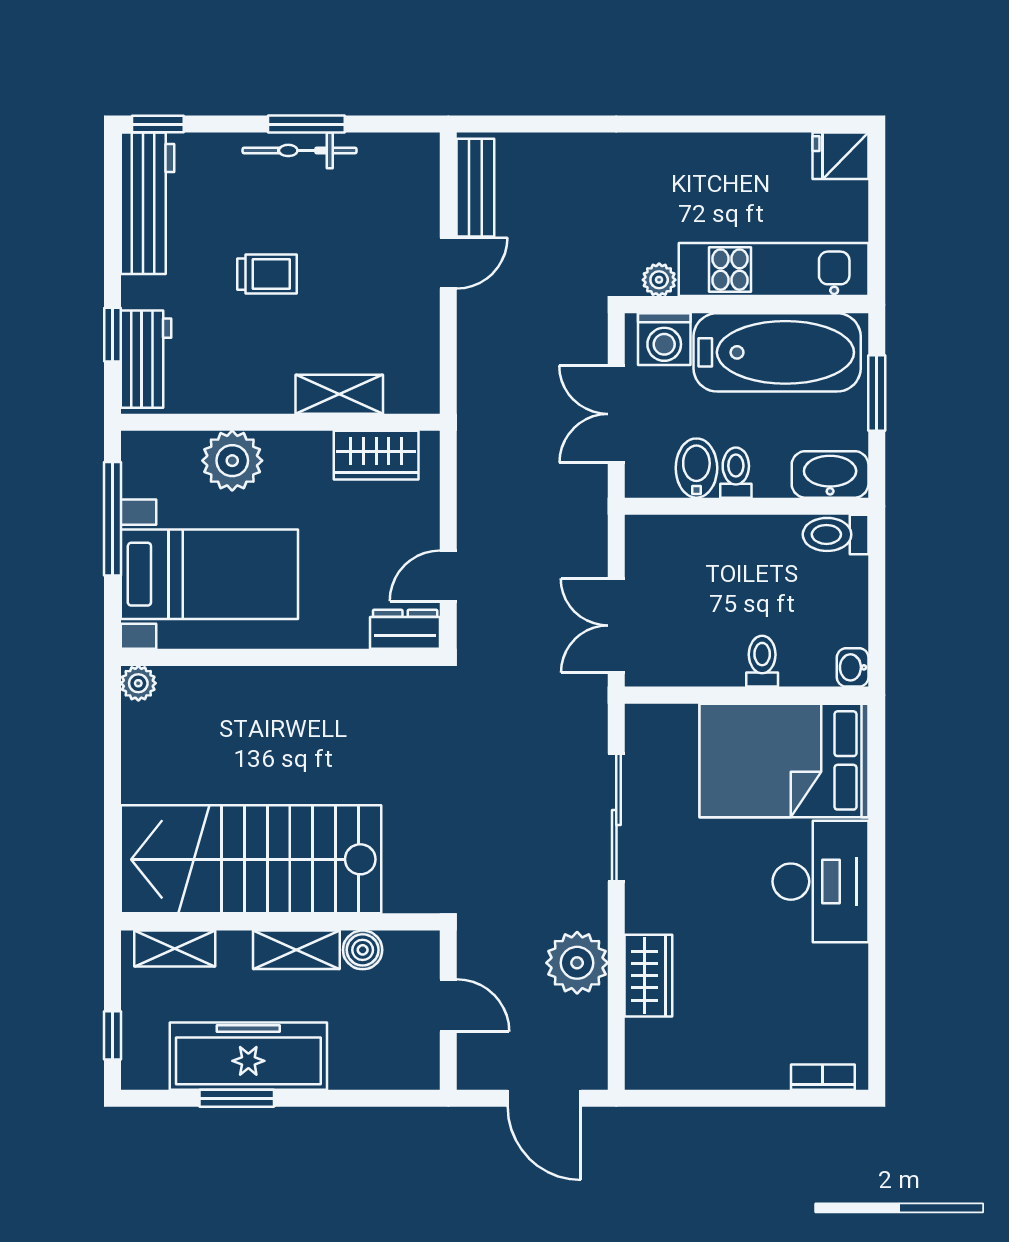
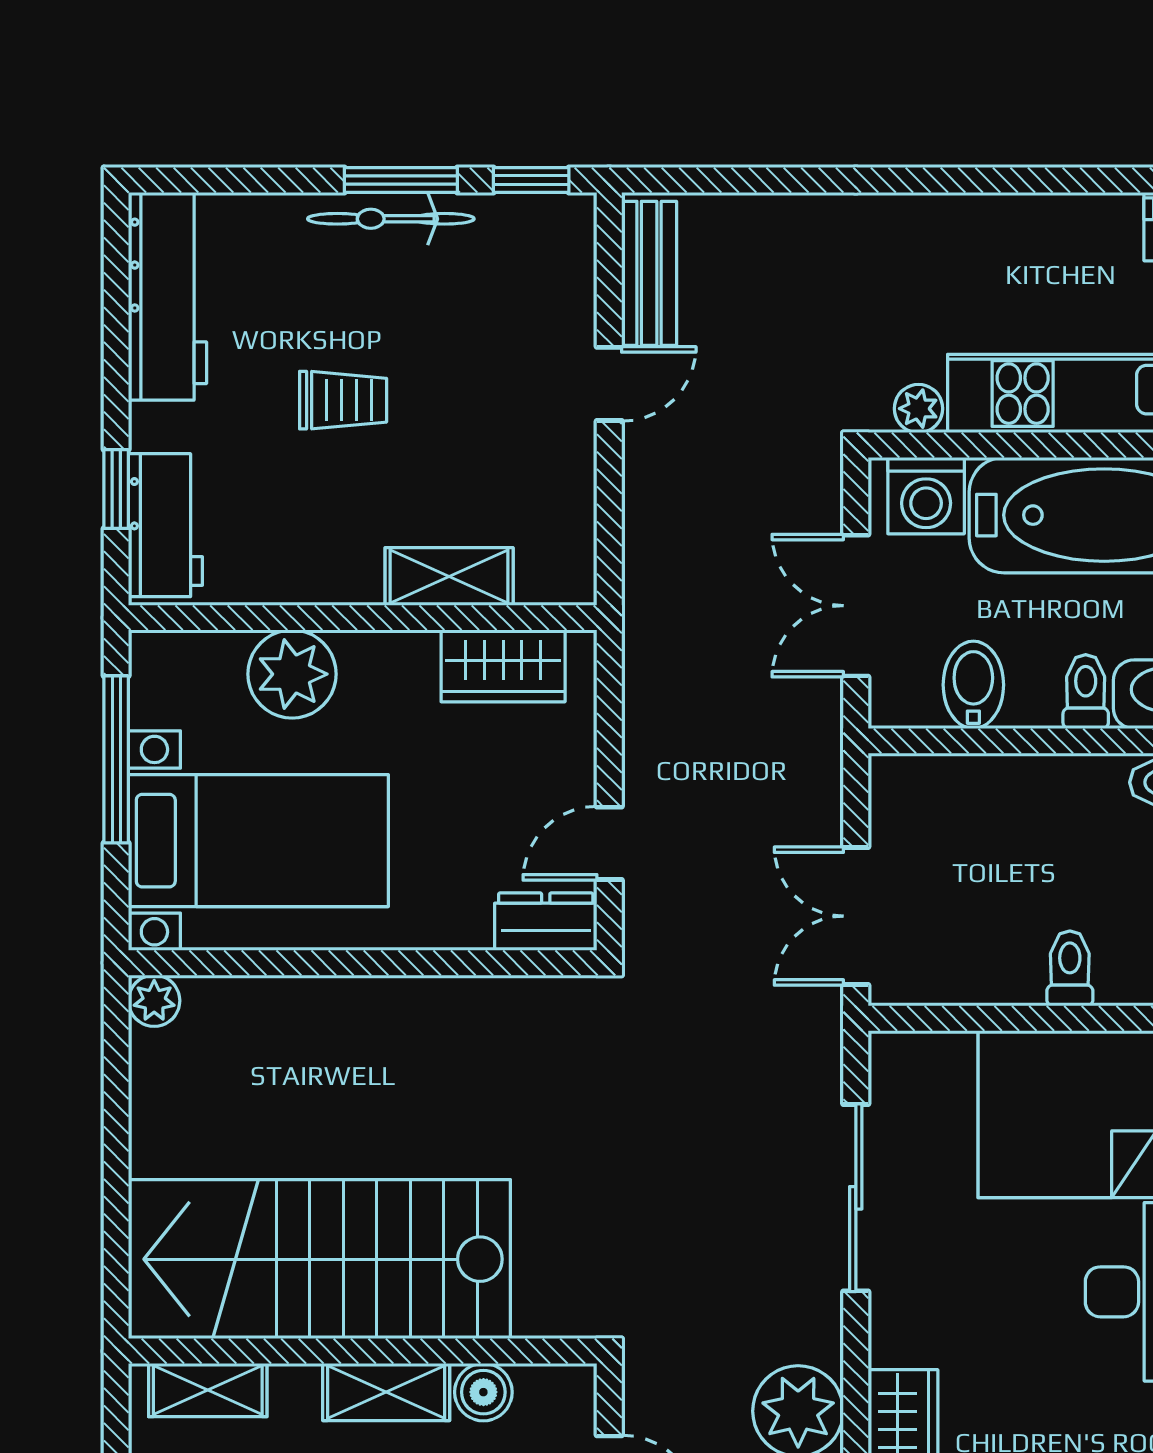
window: (158, 124) -> (531, 180), moved
toilet: (736, 473) -> (1086, 692), moved

